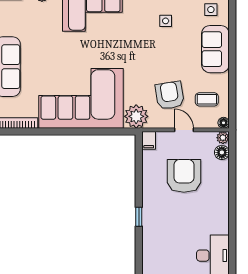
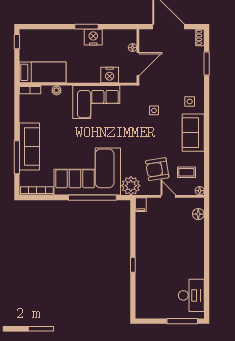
armchair: (170, 95) -> (157, 169), turned -90
window: (87, 131) -> (92, 198), added
plant: (223, 138) -> (199, 202), removed
armchair: (184, 176) -> (168, 233), removed

